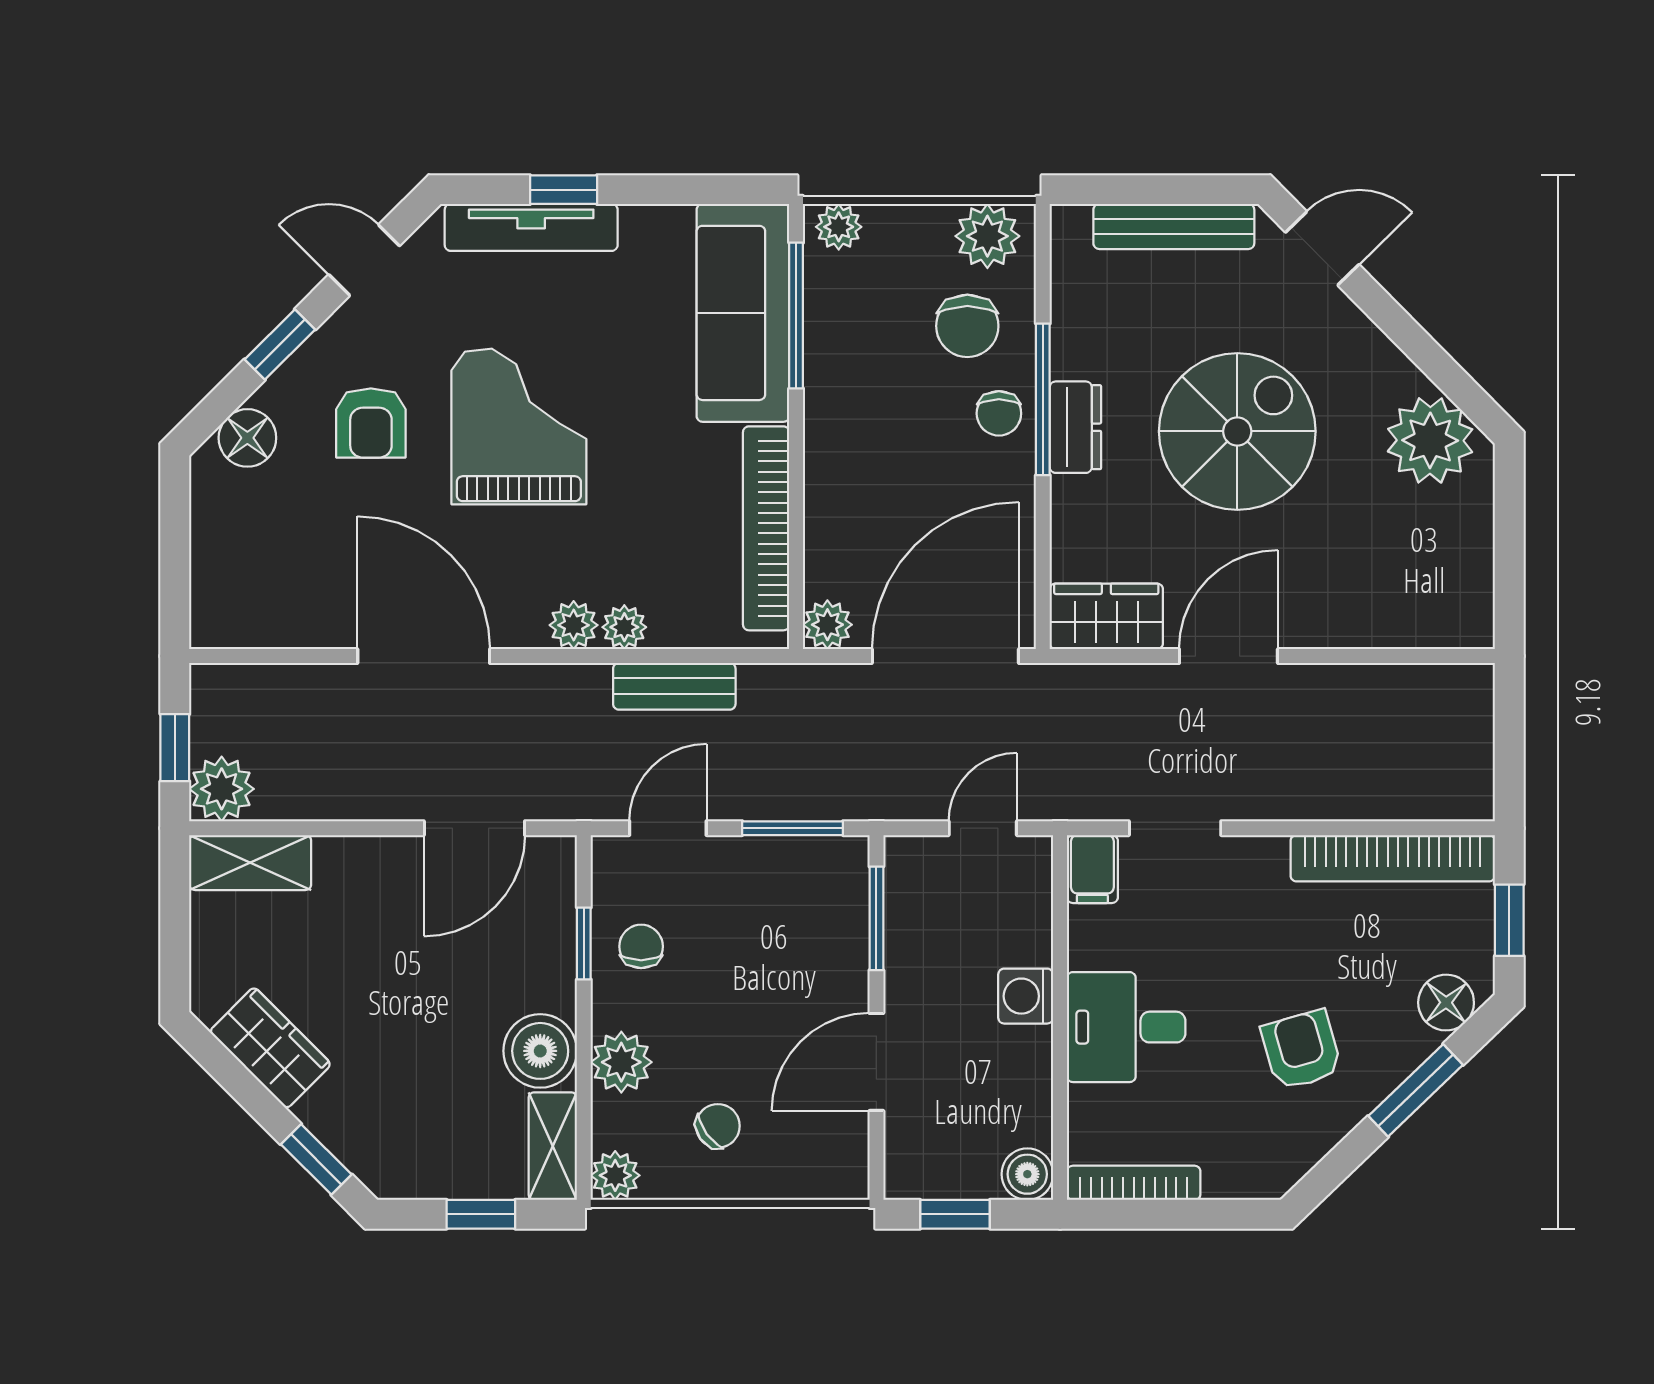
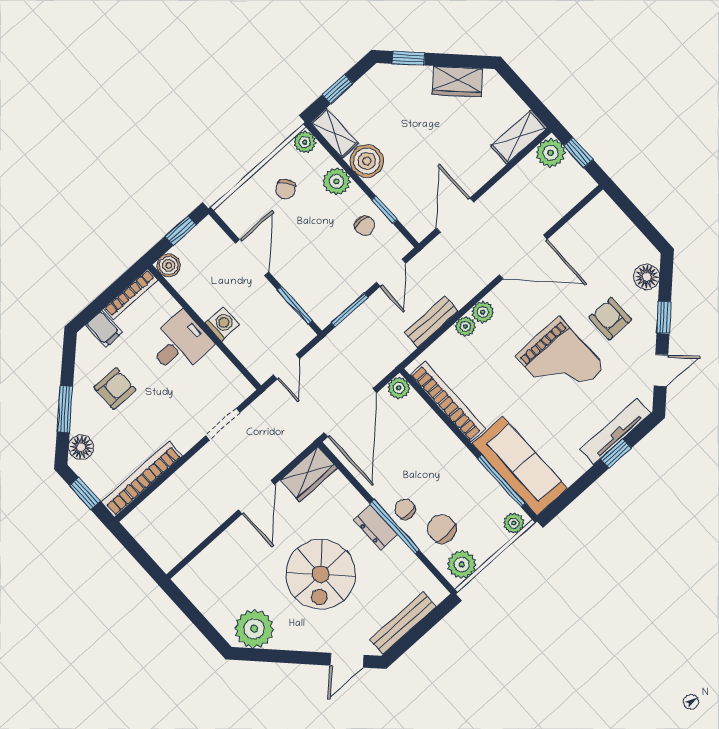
filing cabinet: (1092, 869) -> (104, 329), moved, turned 180
armchair: (1301, 1050) -> (115, 388), turned -74

